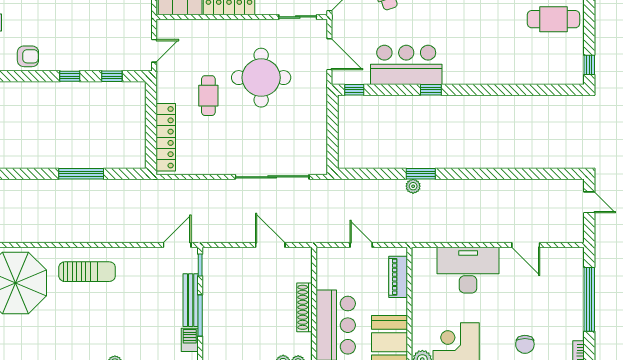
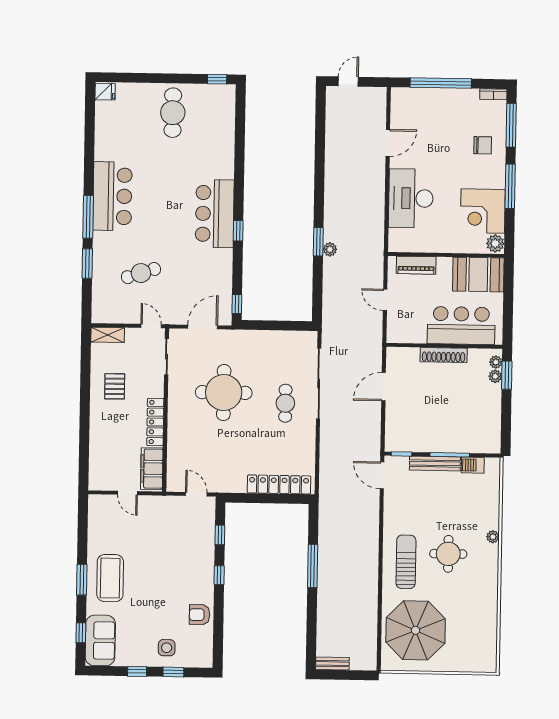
armchair: (28, 56) -> (200, 615), turned -90
bar counter: (406, 65) -> (215, 214), moved
cafe table: (208, 96) -> (285, 403), moved, turned 90
door: (361, 245) -> (385, 300), hinge flipped
round table: (96, 316) -> (448, 554), added

